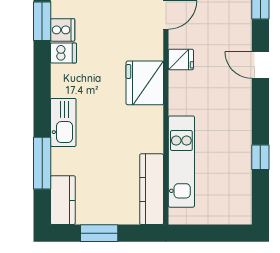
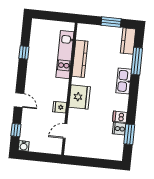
kitchen counter: (152, 189) -> (80, 59), moved

